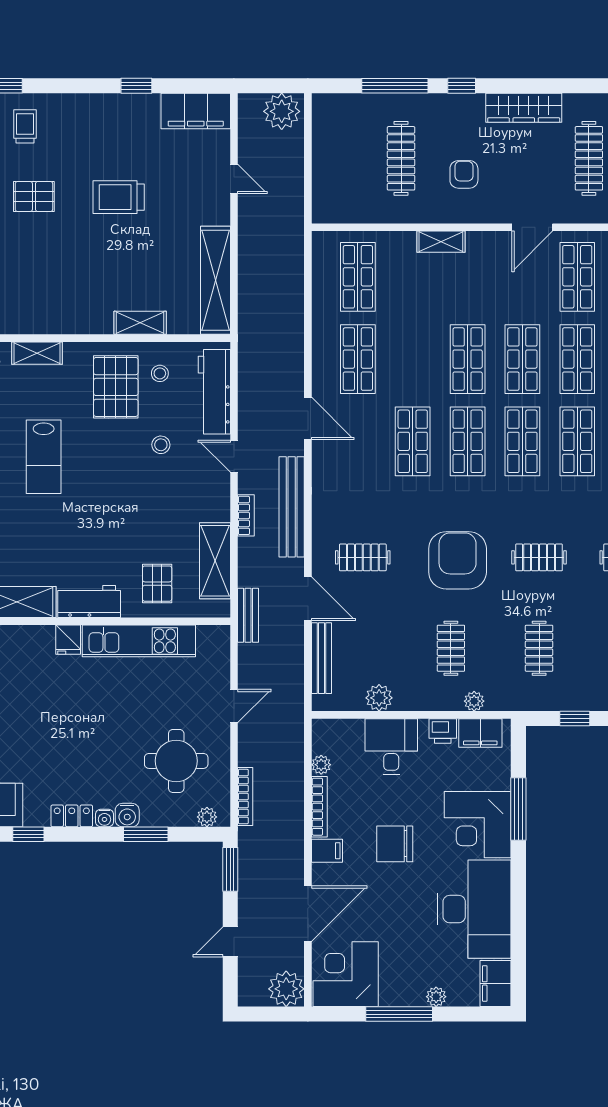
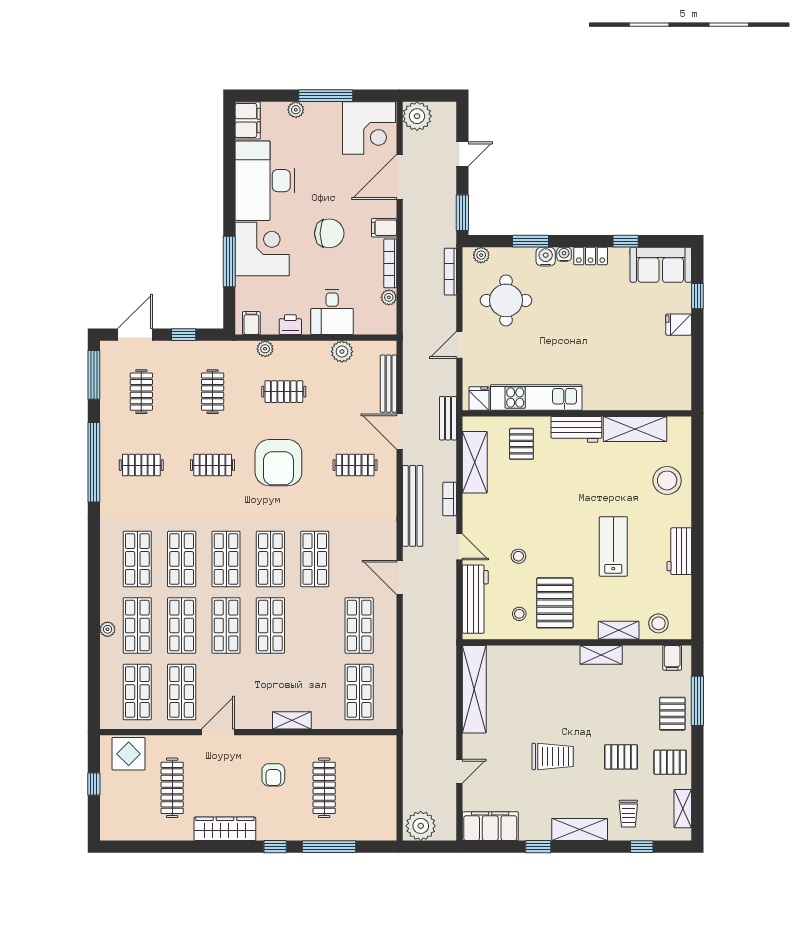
shelving: (85, 107) -> (580, 829), added
door: (234, 179) -> (459, 771), swing flipped
shelving: (140, 323) -> (601, 655), moved
fridge: (68, 640) -> (479, 399), moved
clothes rail: (451, 648) -> (284, 392), turned 90
filing cabinet: (480, 733) -> (251, 323), width x0.50

